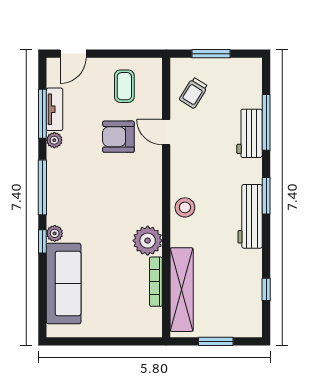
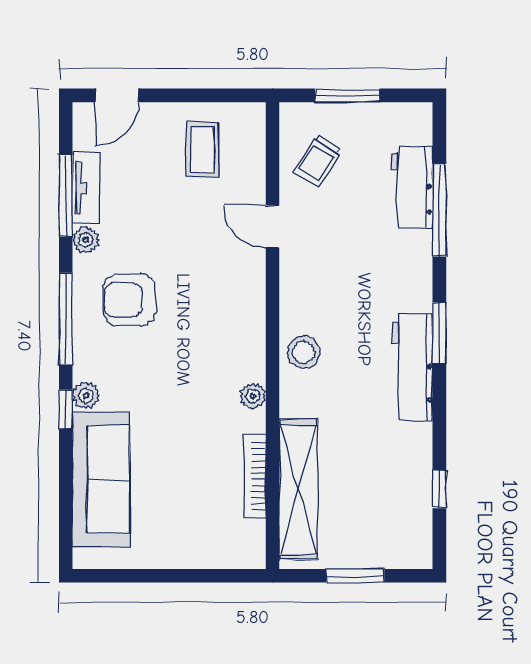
workbench: (250, 133) -> (412, 187), moved
armchair: (118, 137) -> (129, 300), moved
plant: (148, 241) -> (253, 396), width x0.53, depth x0.53

